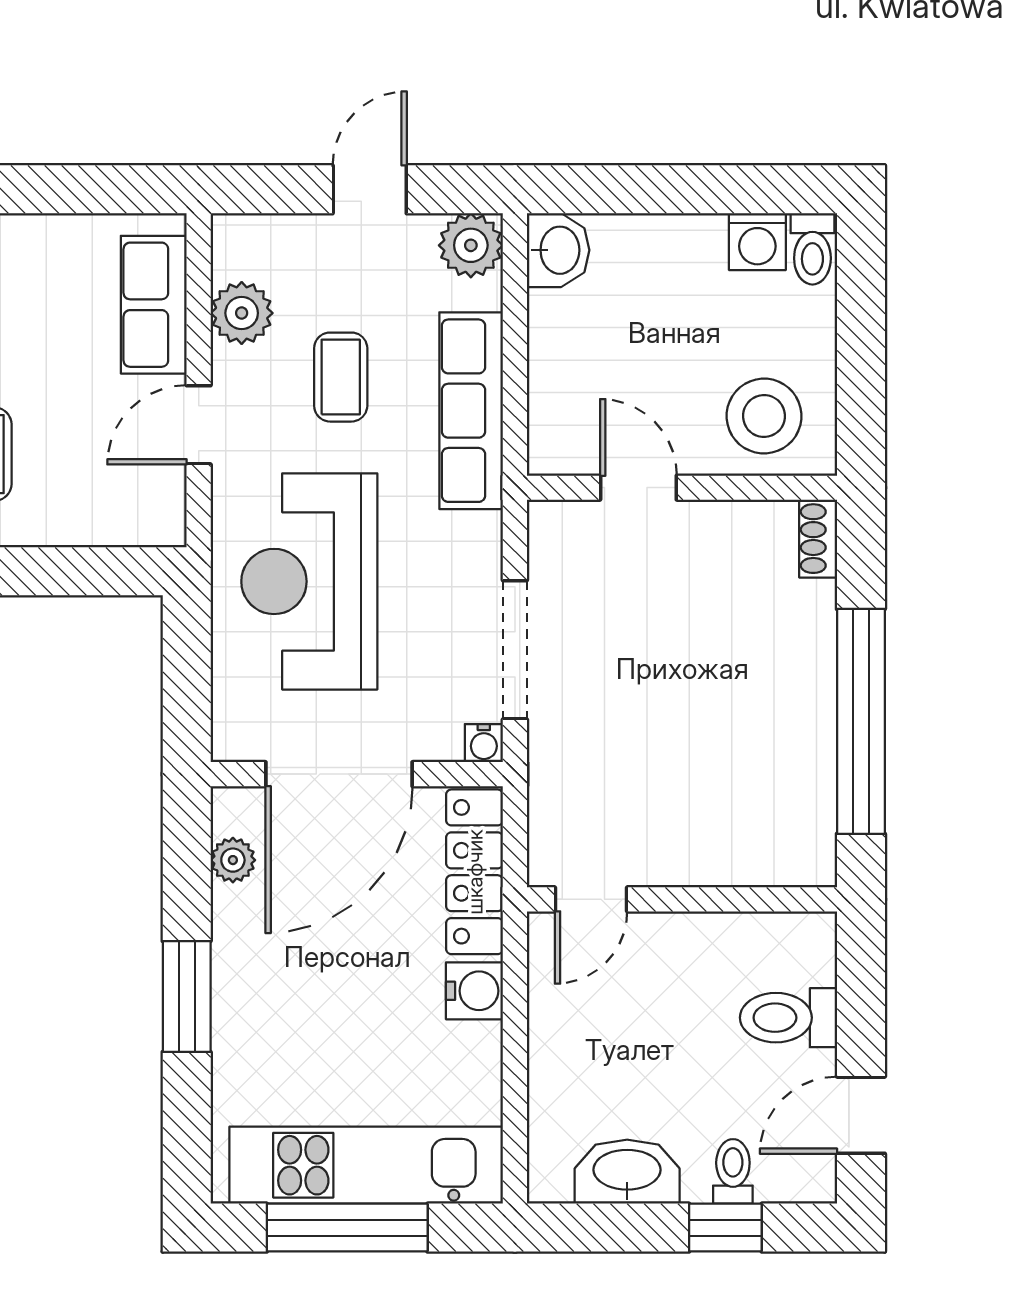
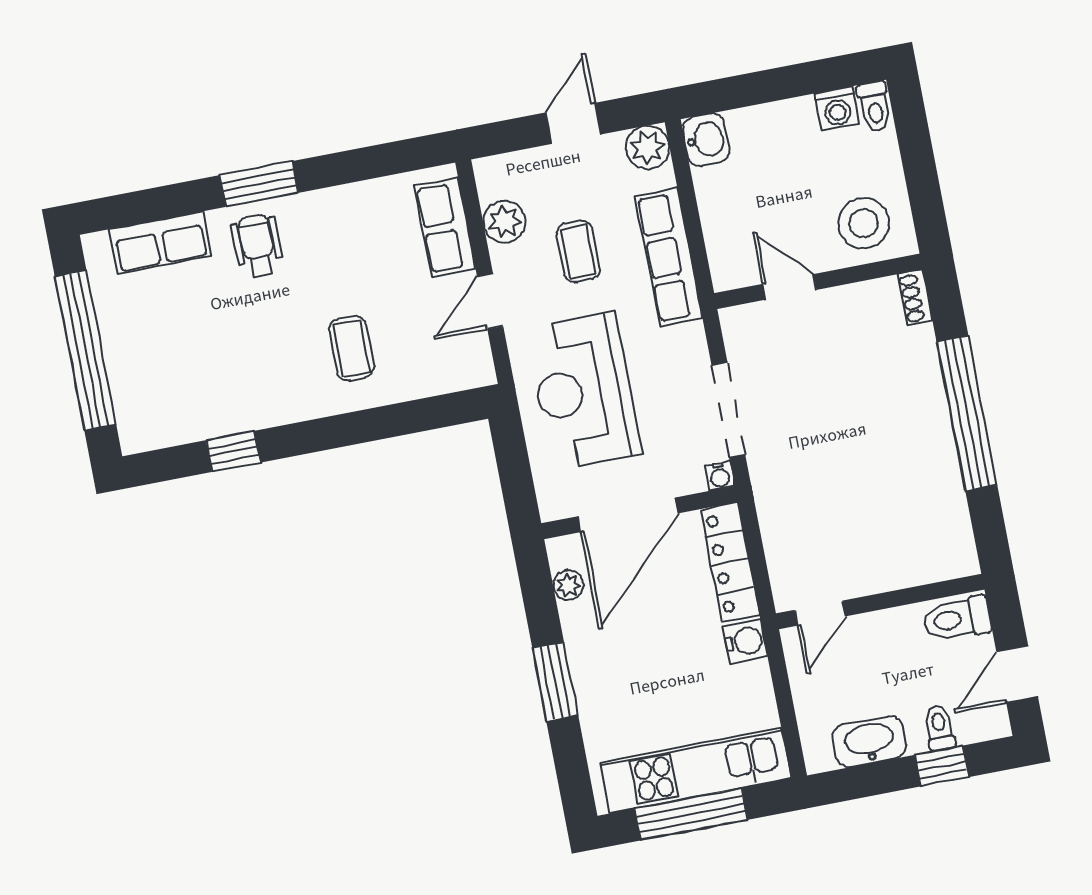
door: (591, 899) -> (820, 613), moved
wall: (682, 899) -> (880, 602), moved

